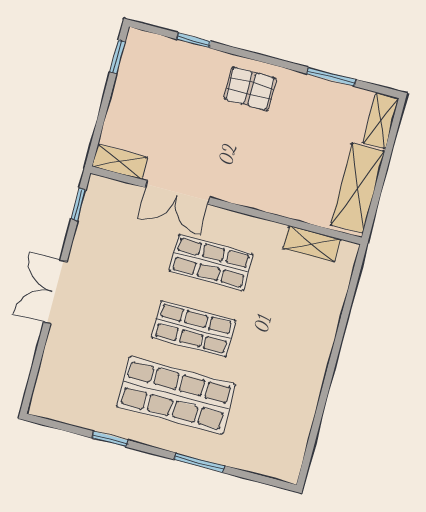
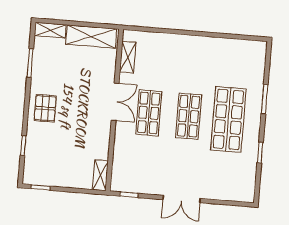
double door: (177, 192) -> (115, 102), moved

